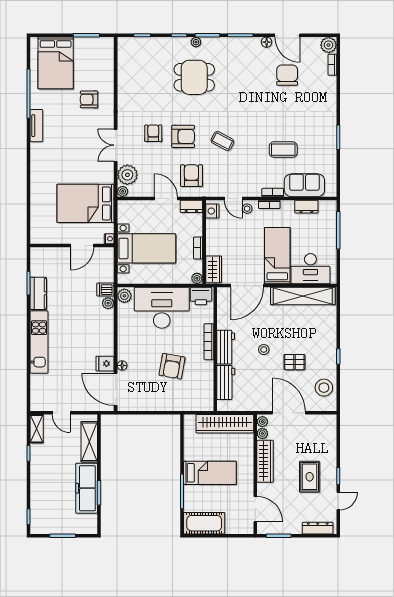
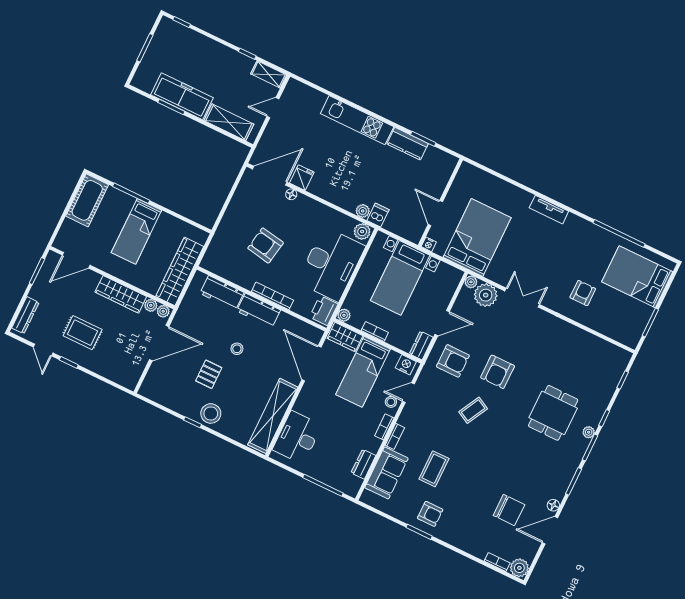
tv unit: (36, 126) -> (549, 210), moved
armchair: (153, 133) -> (430, 514), moved
bed: (277, 256) -> (363, 372), moved, turned 90
stool: (324, 388) -> (211, 413), moved

